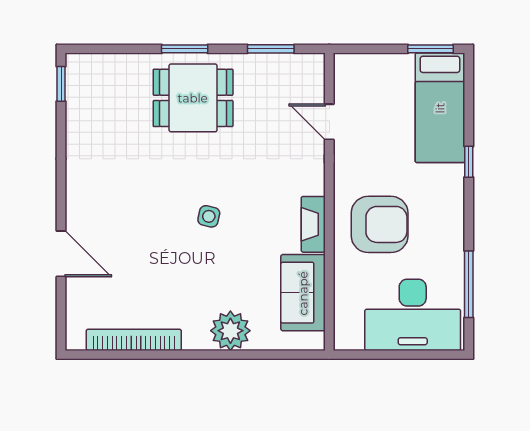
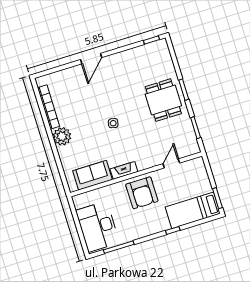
armchair: (380, 224) -> (142, 193), moved
door: (61, 254) -> (91, 59), moved
plant: (230, 331) -> (62, 136), moved

